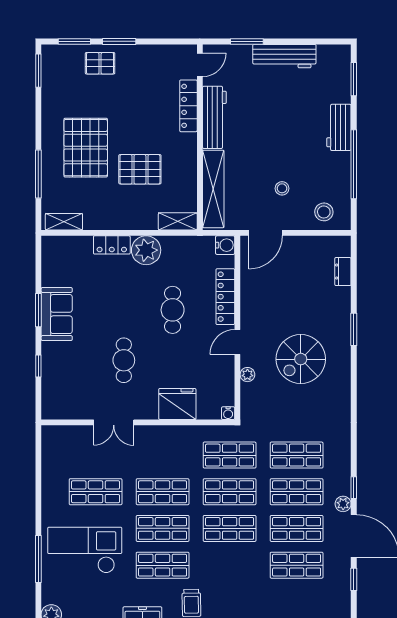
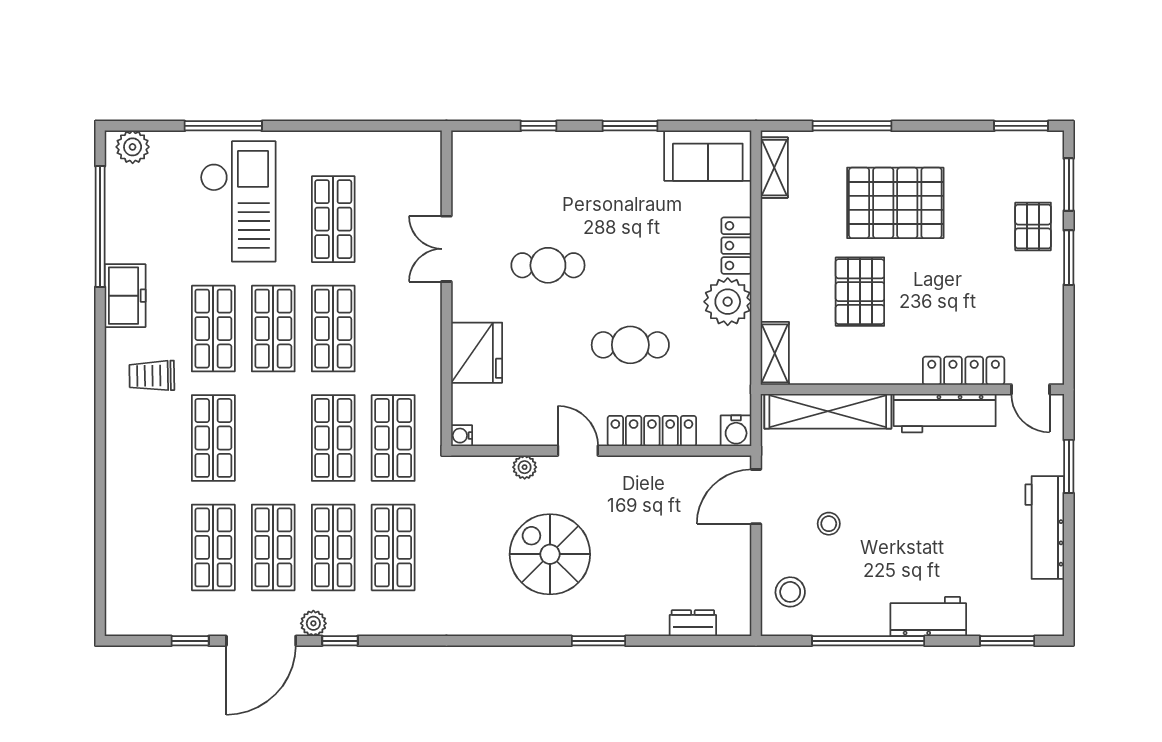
door: (265, 233) -> (756, 497), hinge flipped
sofa: (57, 314) -> (708, 156), moved
shop shelf: (230, 528) -> (213, 438), moved

